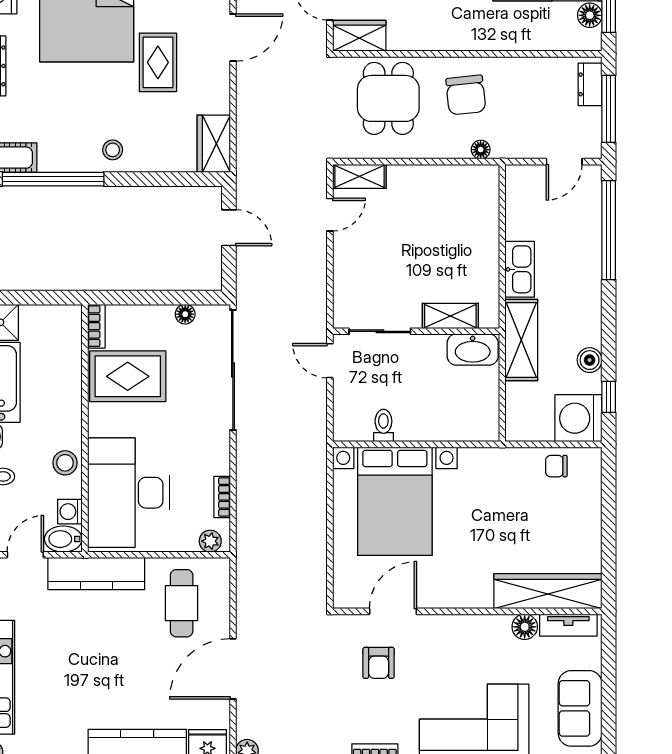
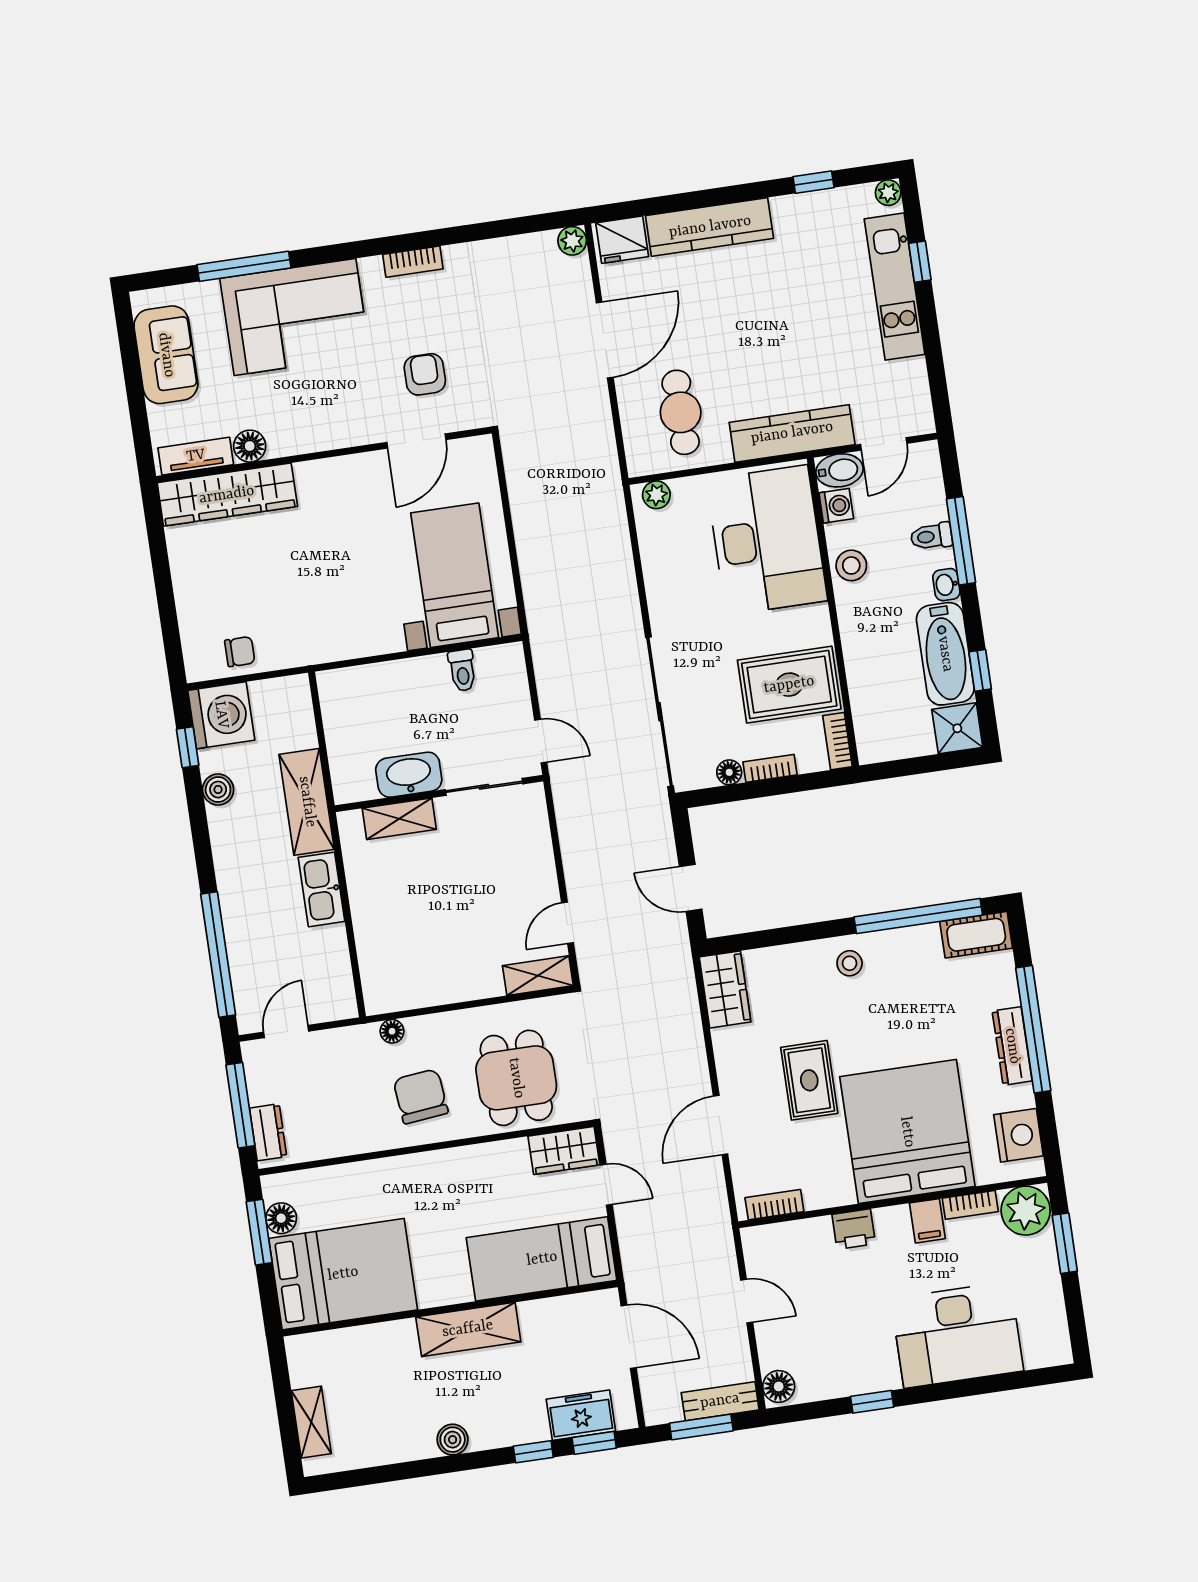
washbasin: (473, 350) -> (409, 775), moved
bookcase: (222, 497) -> (770, 768), moved, turned -90
bed with nightstands: (395, 501) -> (455, 575), width x0.73

